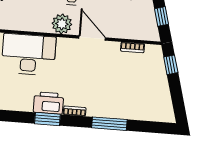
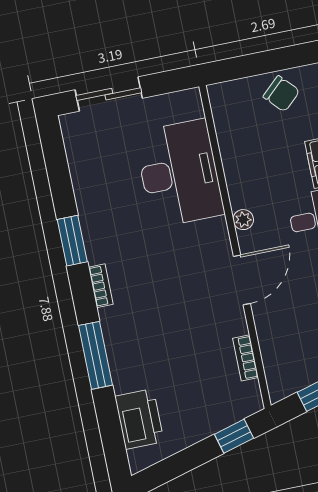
plant: (62, 24) -> (243, 220), width x0.53, depth x0.53
printer: (48, 103) -> (139, 419), moved

